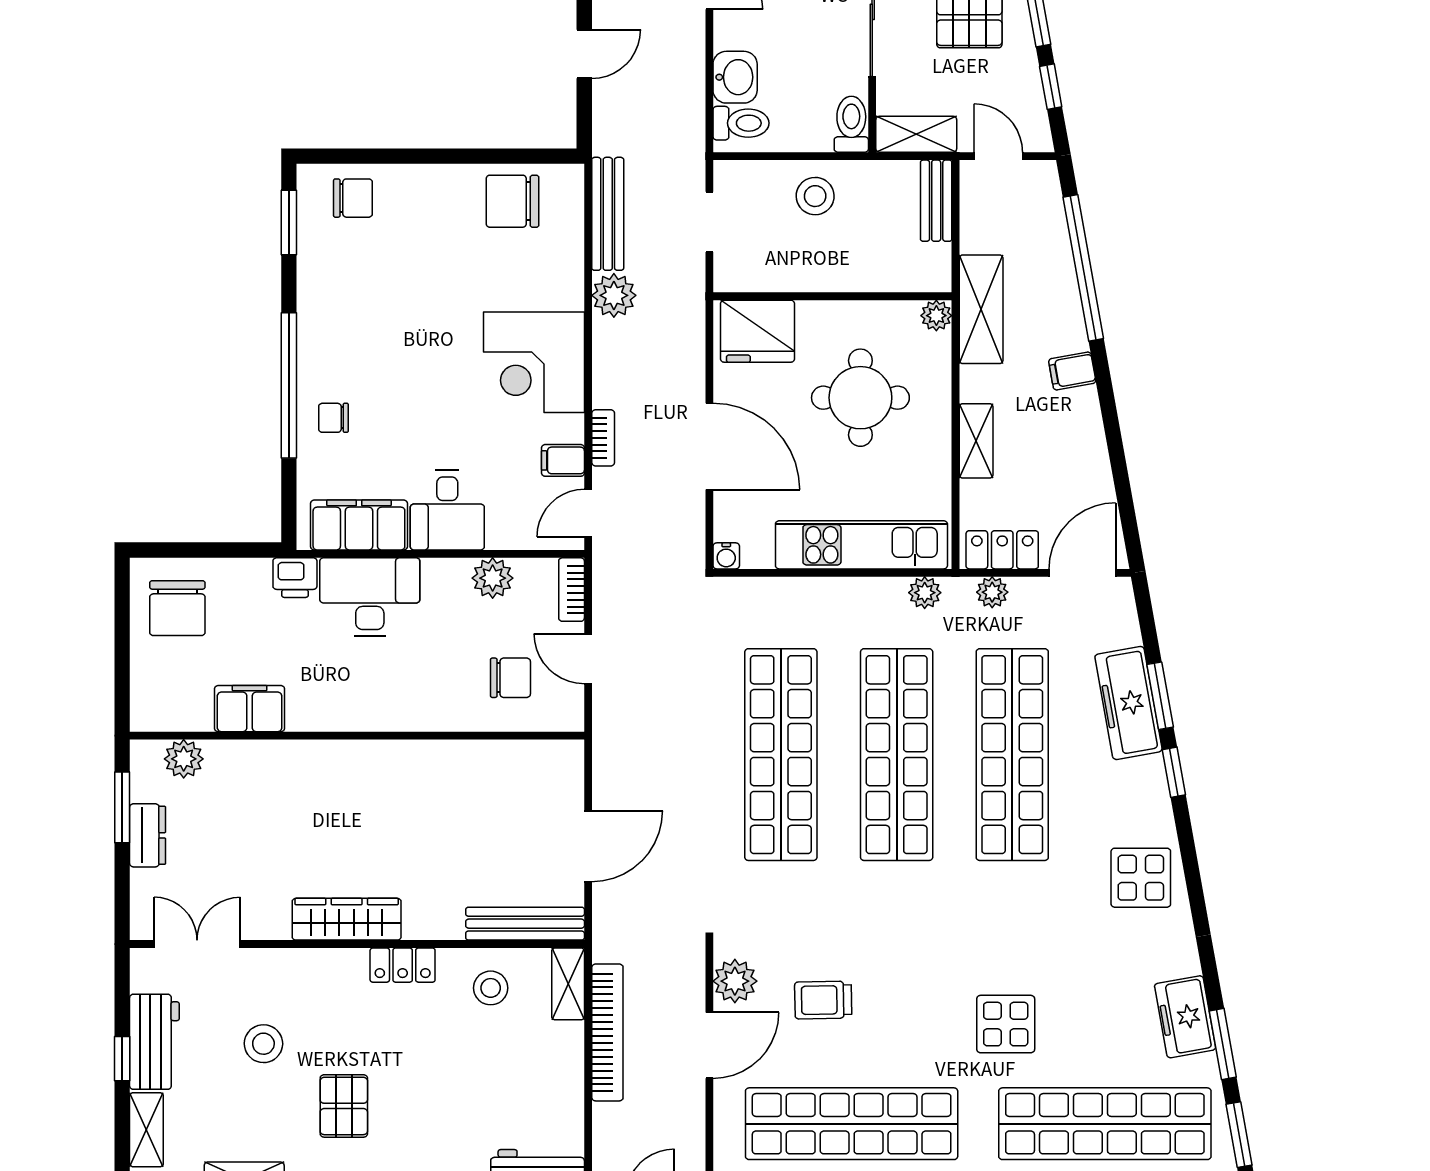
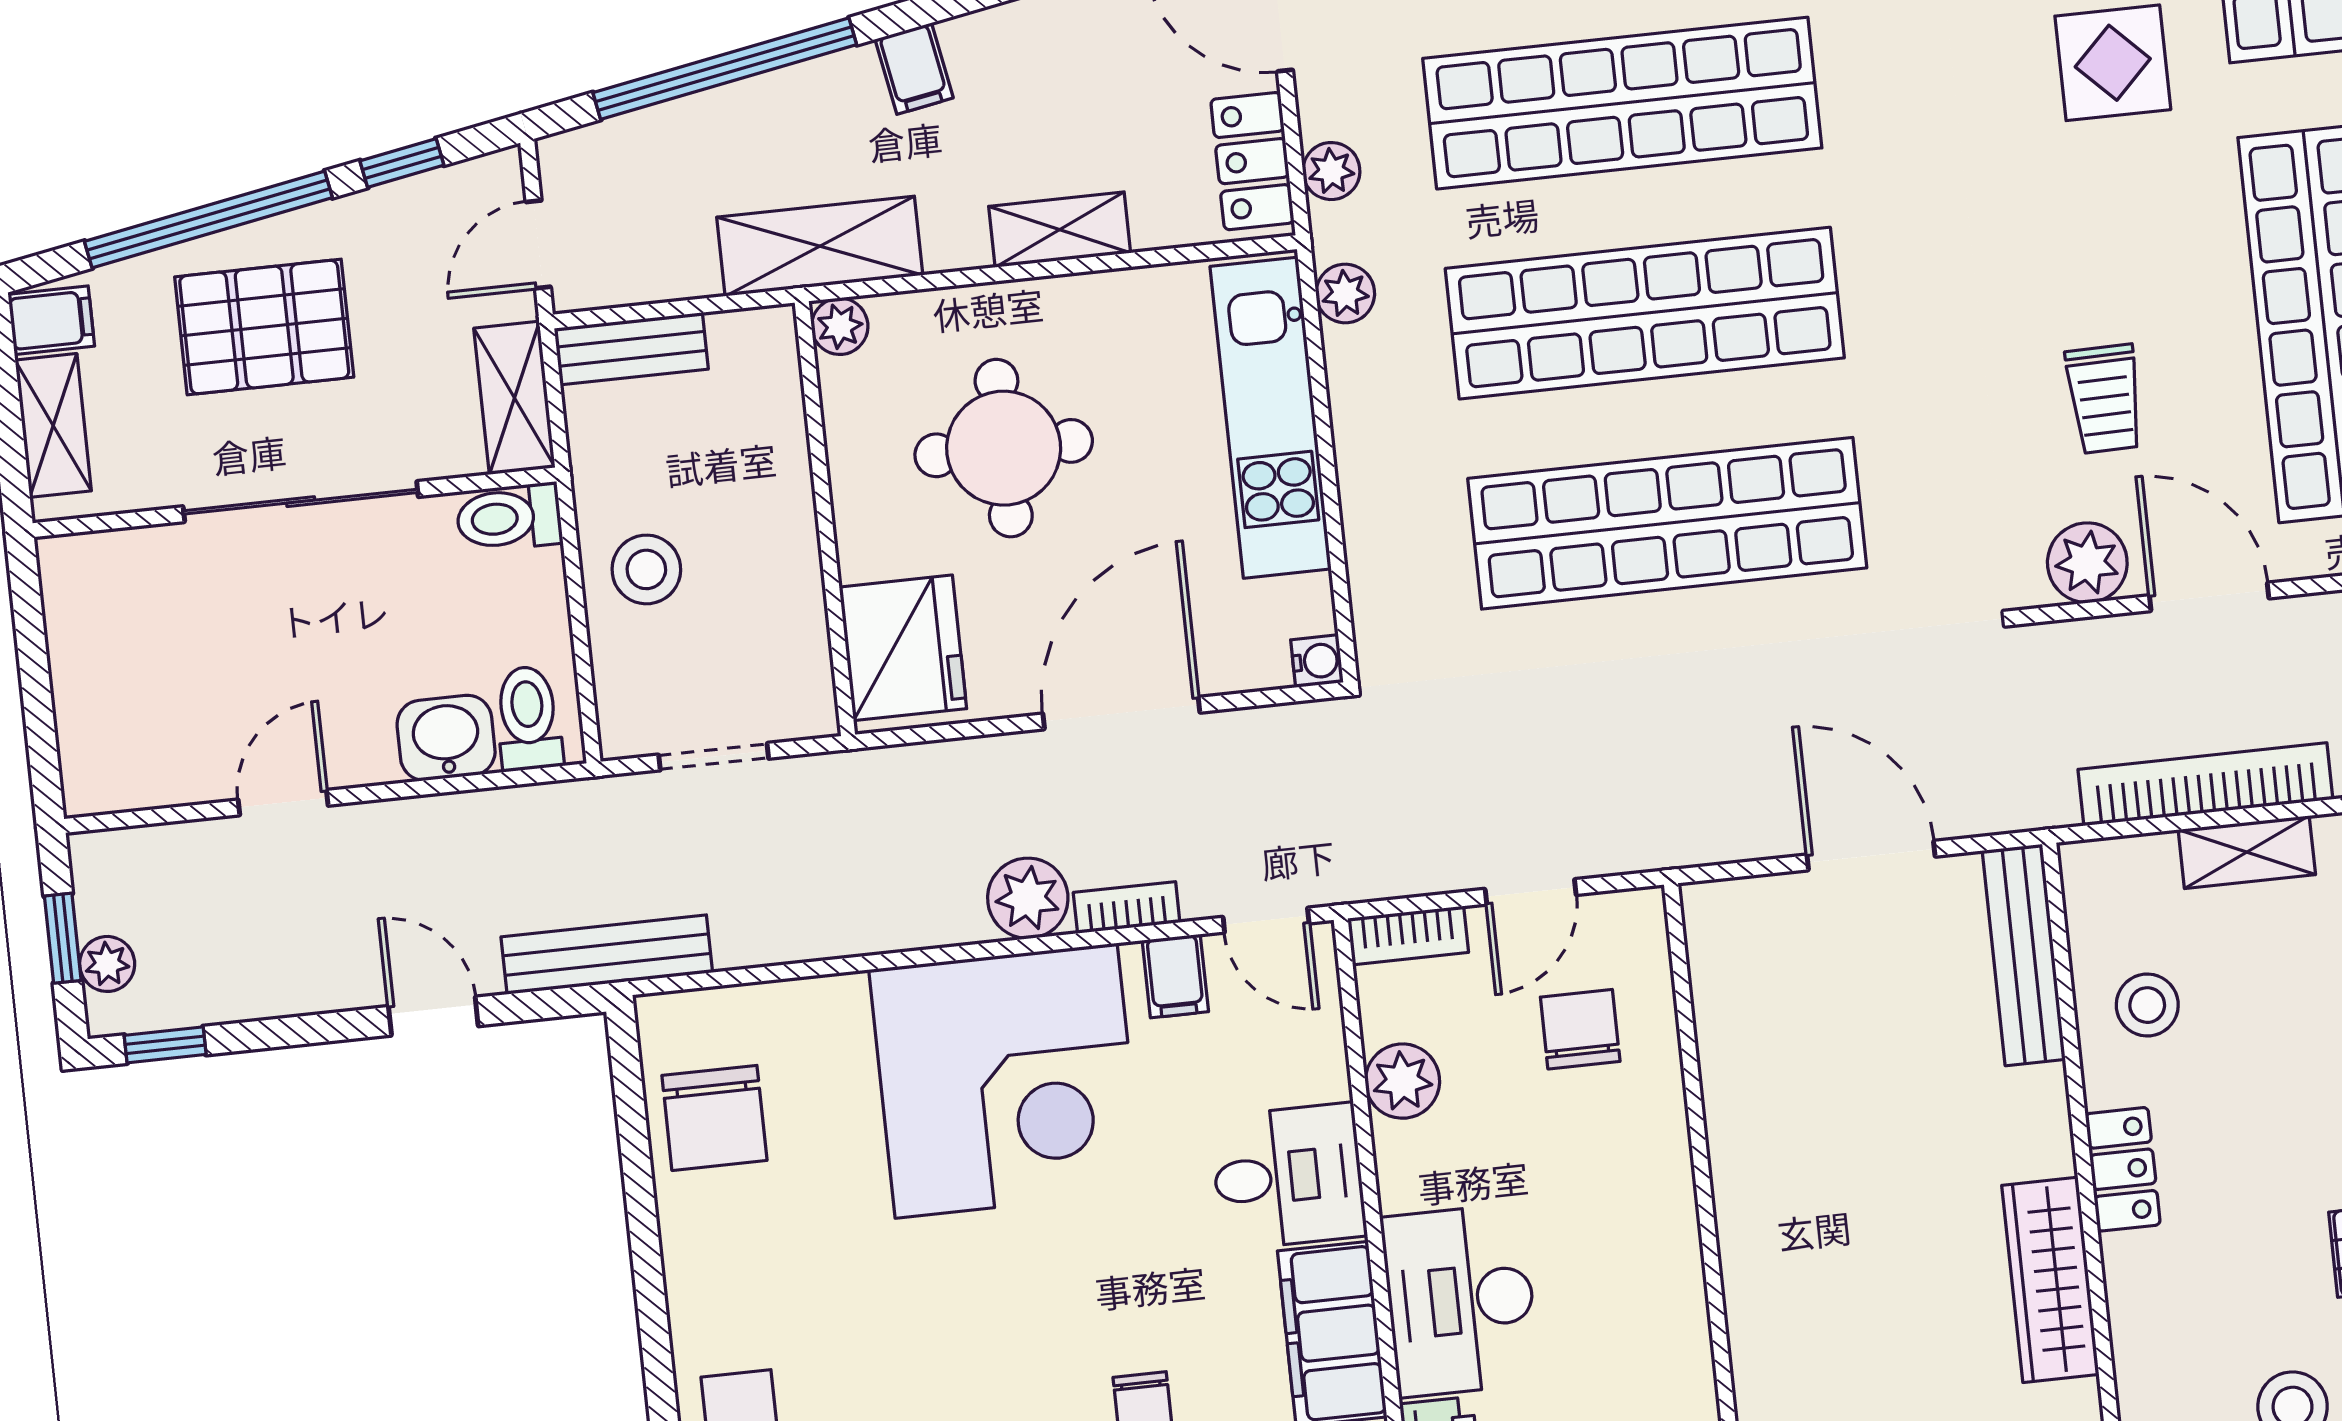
bench: (608, 214) -> (607, 955), moved
plant: (614, 295) -> (1028, 898), moved
corner desk: (534, 362) -> (1006, 1081), width x1.36, depth x1.36
shelving: (568, 984) -> (2247, 852), moved

